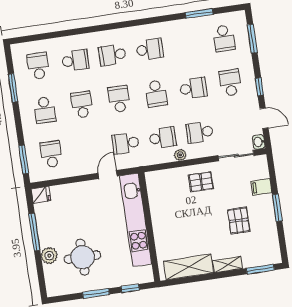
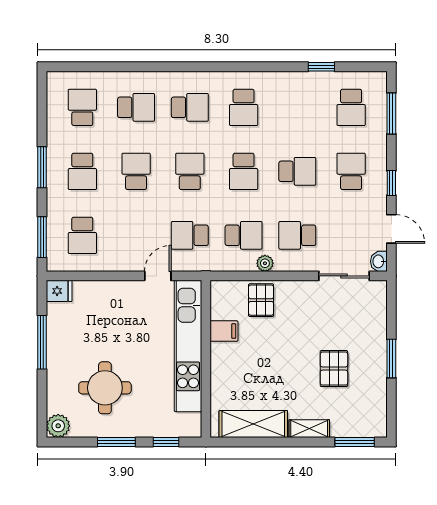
window: (199, 13) -> (321, 67), width x0.67
school desk: (150, 49) -> (244, 107), turned 90
school desk: (112, 55) -> (190, 107), turned 180
window: (13, 88) -> (42, 167), moved
school desk: (51, 154) -> (82, 235), turned 180
pallet: (201, 182) -> (261, 300), moved, turned 90
filing cabinet: (261, 187) -> (224, 331), moved, turned 180
plant: (49, 256) -> (58, 426), moved

